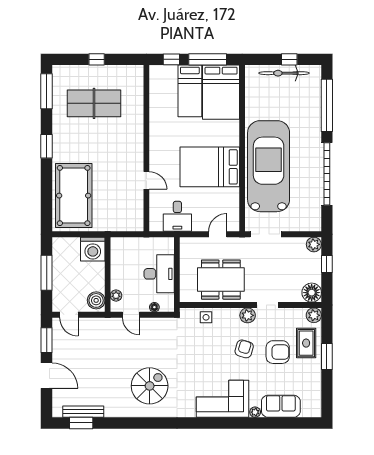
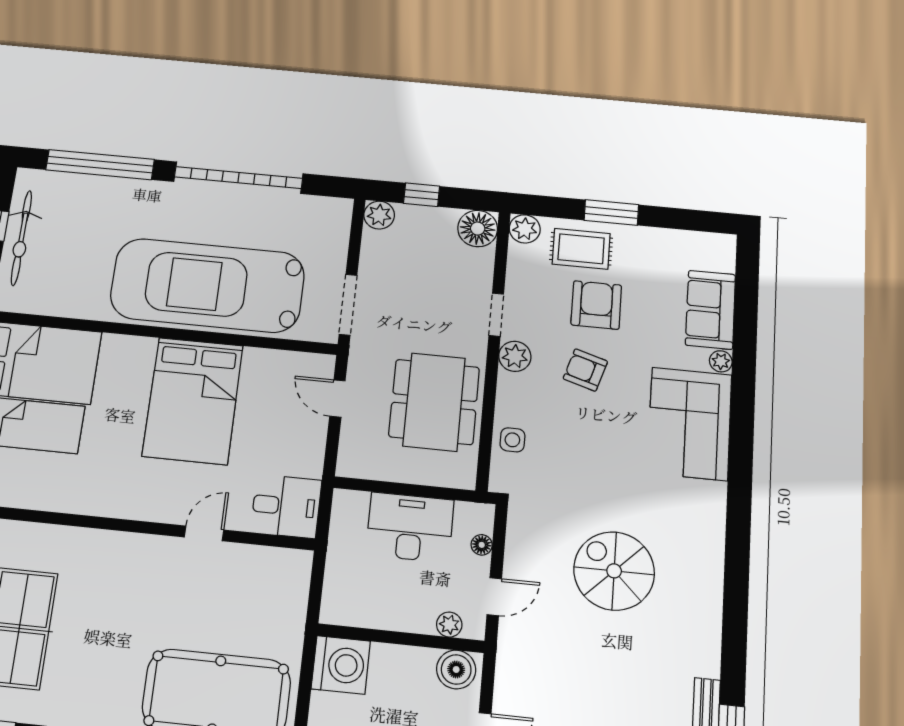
desk: (177, 216) -> (286, 506), moved
spiral stairs: (150, 386) -> (614, 571), moved

